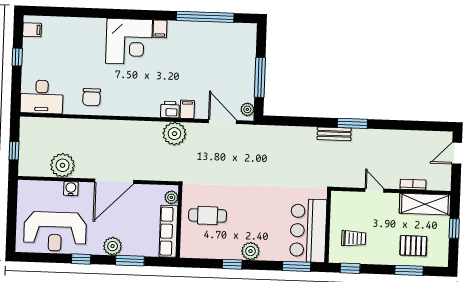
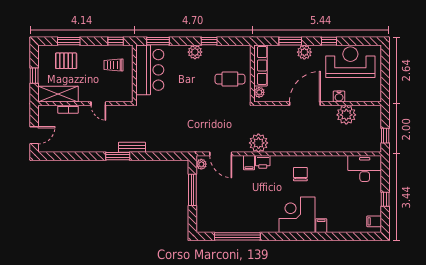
filing cabinet: (160, 29) -> (321, 226), moved
chair: (92, 97) -> (300, 174), moved
window: (14, 151) -> (385, 136), moved

